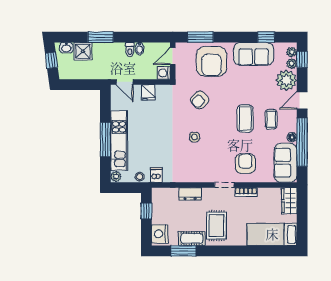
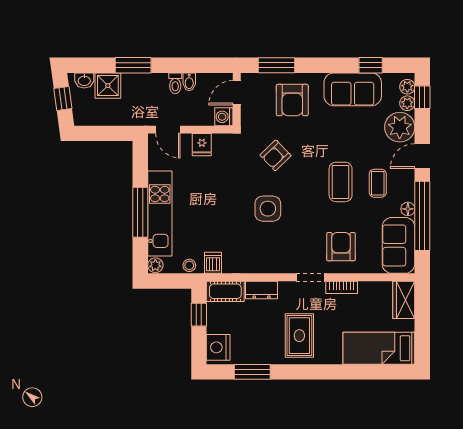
armchair: (211, 61) -> (292, 100), width x0.73, depth x0.73
side table: (194, 137) -> (268, 209), width x1.87, depth x1.87
cot: (192, 239) -> (225, 291), moved

